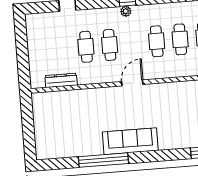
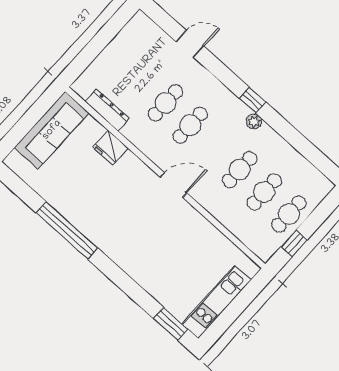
plant: (126, 11) -> (254, 121), moved
fridge: (82, 97) -> (110, 148), added
sofa: (130, 141) -> (52, 130), moved, turned 90

